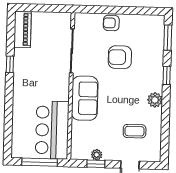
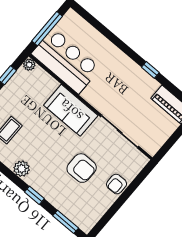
armchair: (111, 23) -> (117, 184), turned 180
armchair: (120, 57) -> (82, 168), turned 90
plant: (97, 155) -> (29, 65), moved

